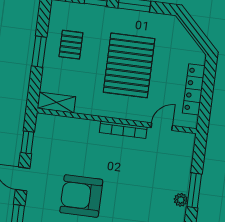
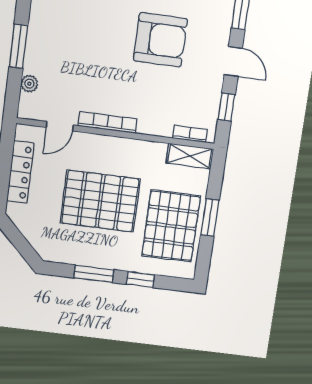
pallet: (71, 45) -> (171, 226), width x2.05, depth x2.00
pallet: (129, 65) -> (100, 201), turned 90
bookcase: (57, 121) -> (190, 134), added
plant: (181, 200) -> (29, 84), moved

